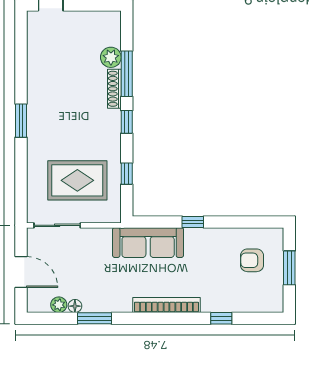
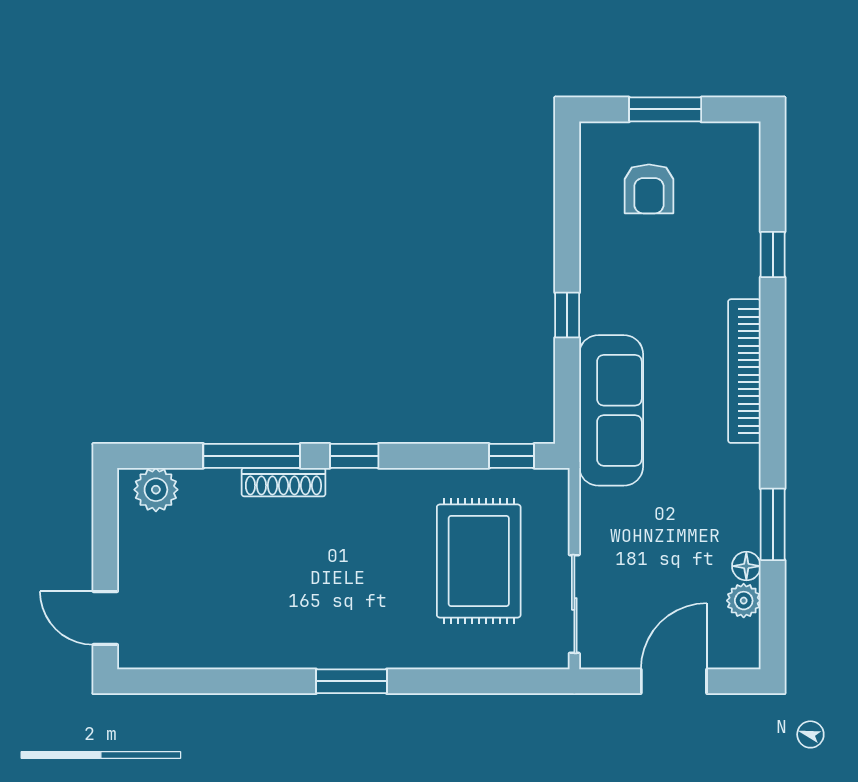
plant: (111, 57) -> (156, 490), moved
window: (127, 174) -> (511, 456), moved

